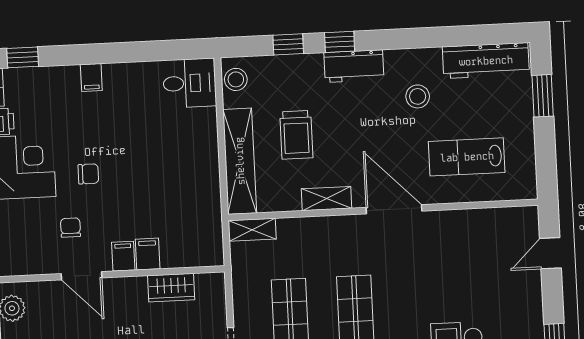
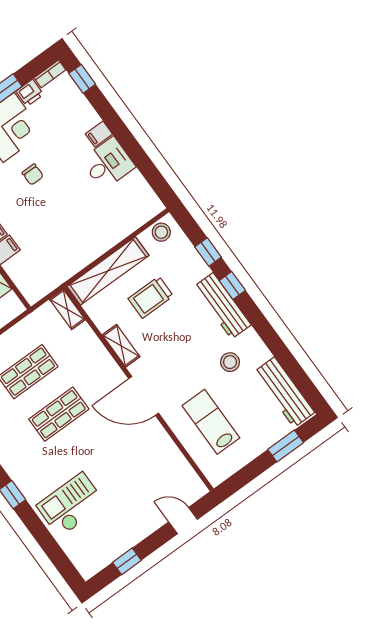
workbench: (354, 66) -> (222, 306), width x1.37
desk: (190, 83) -> (108, 163), moved, turned -90
door: (394, 209) -> (144, 396), swing flipped

